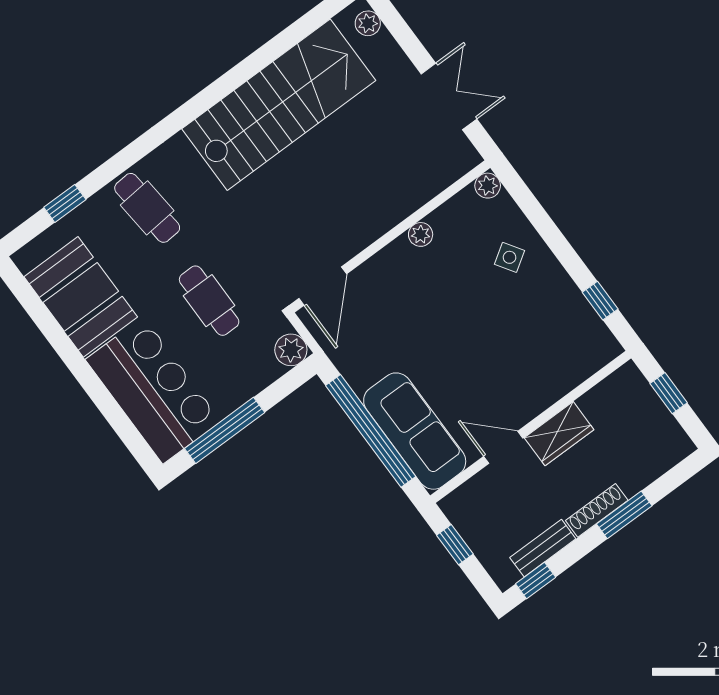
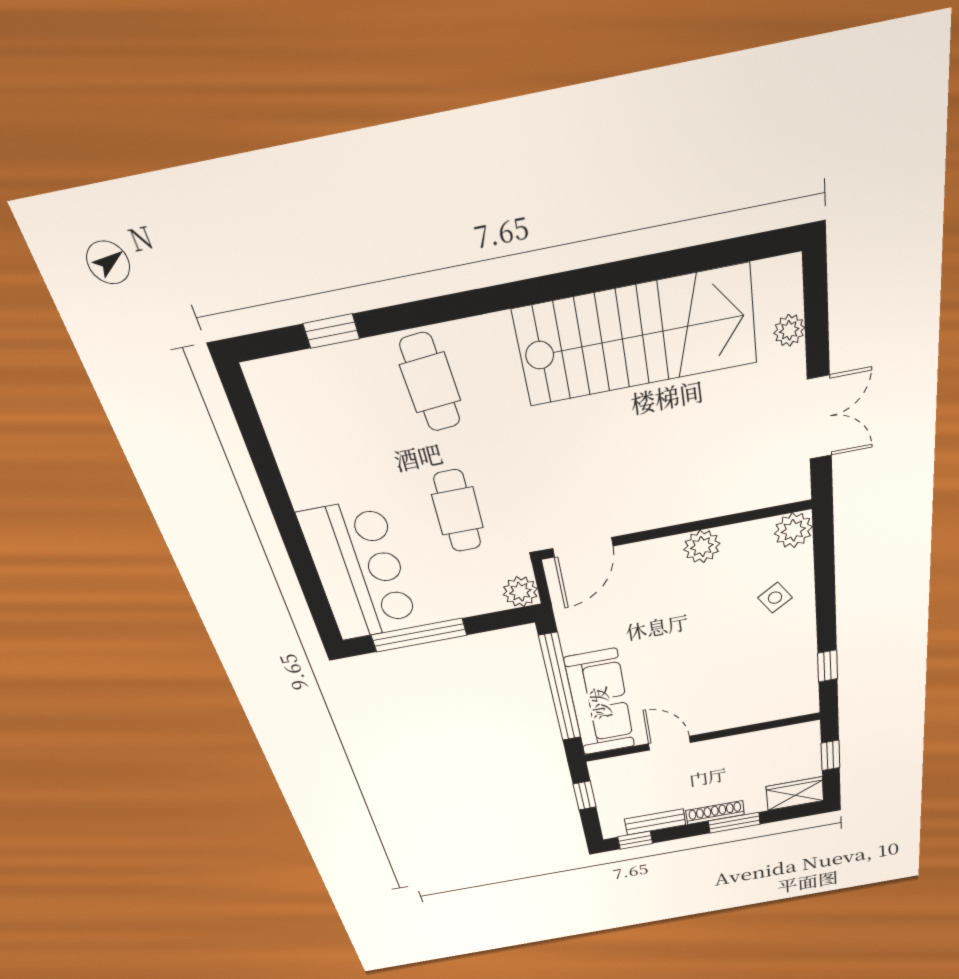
plant: (368, 23) -> (789, 330), moved
plant: (488, 186) -> (793, 530), width x1.38, depth x1.38
plant: (421, 234) -> (702, 547), width x1.38, depth x1.38
booth: (81, 297) -> (313, 446), removed
wardrobe: (559, 434) -> (795, 794), moved, turned 180

